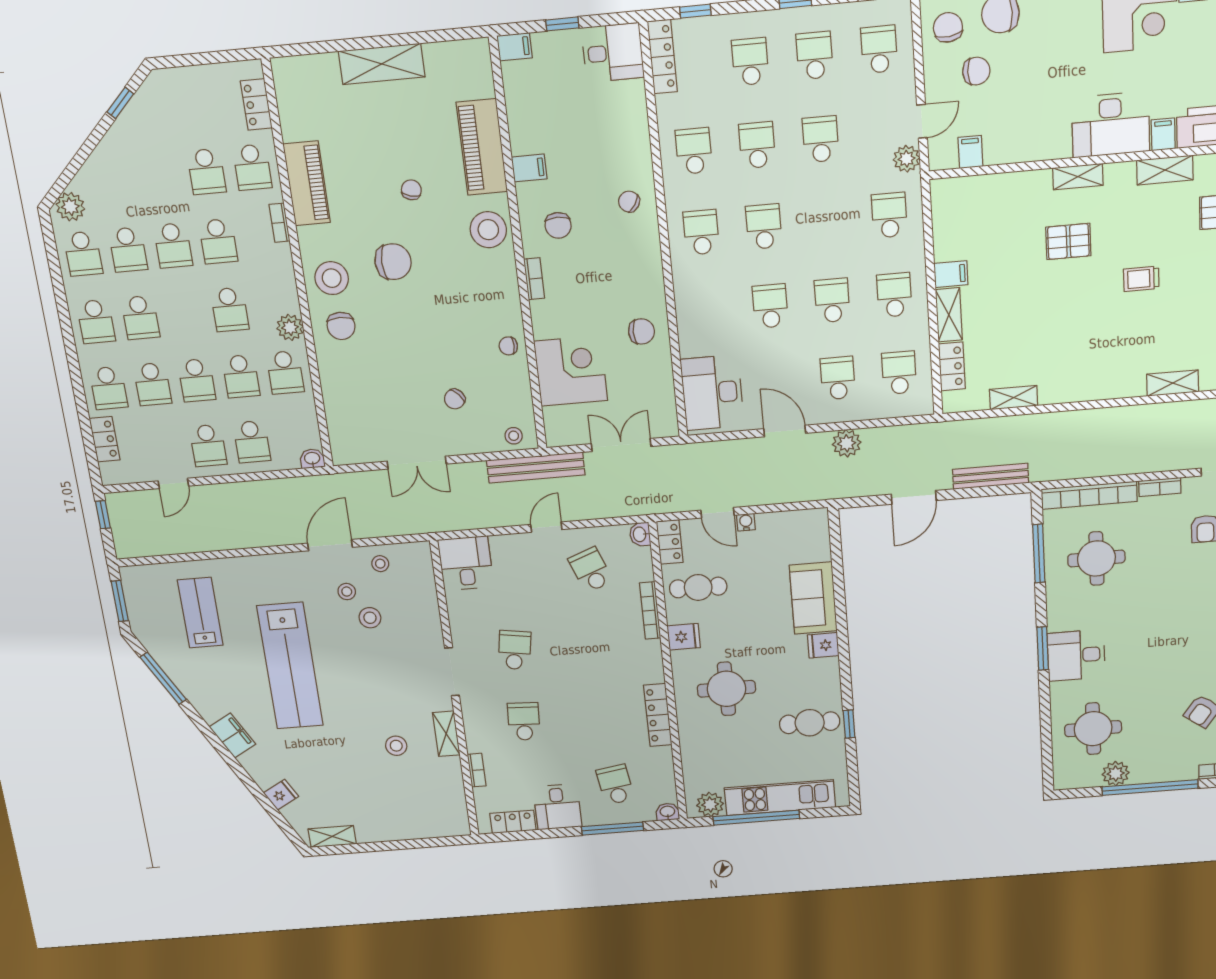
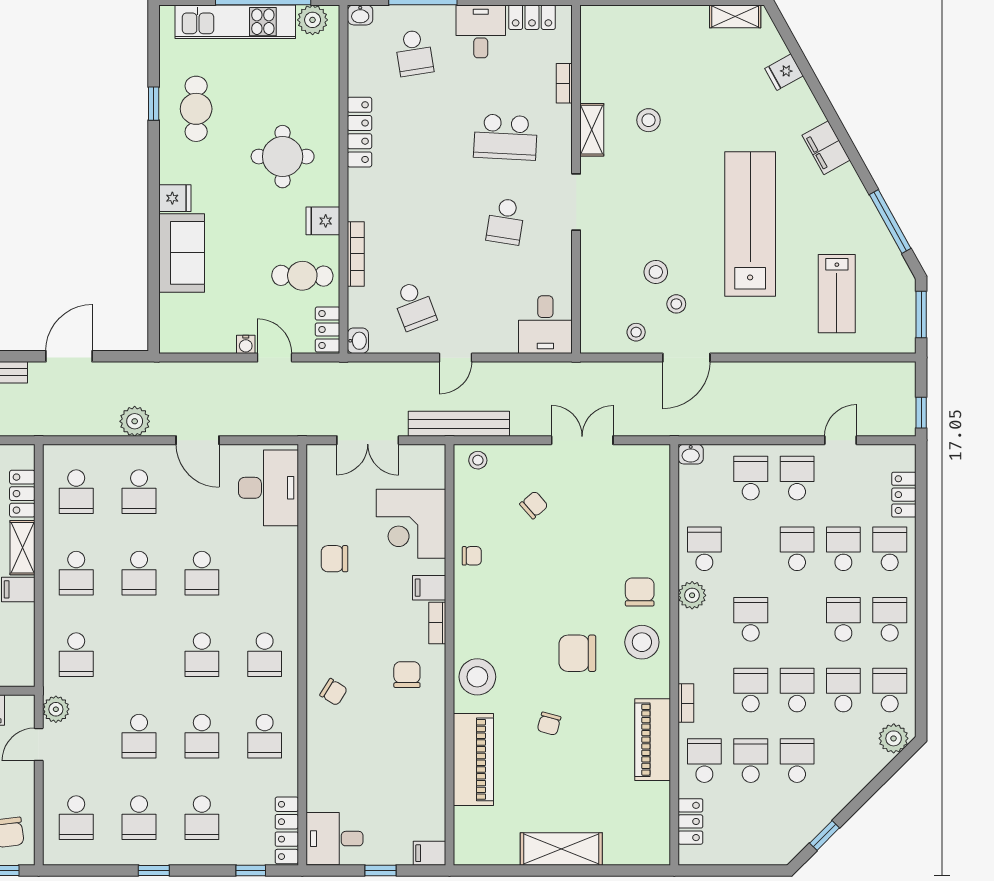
filing cabinet: (529, 168) -> (429, 588), moved
school desk: (241, 376) -> (797, 761), moved
school desk: (524, 721) -> (506, 137), width x1.85
cafe table: (810, 723) -> (196, 109), turned 90

